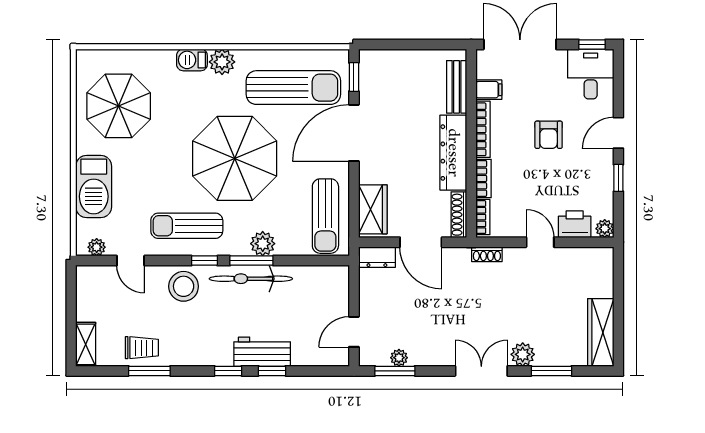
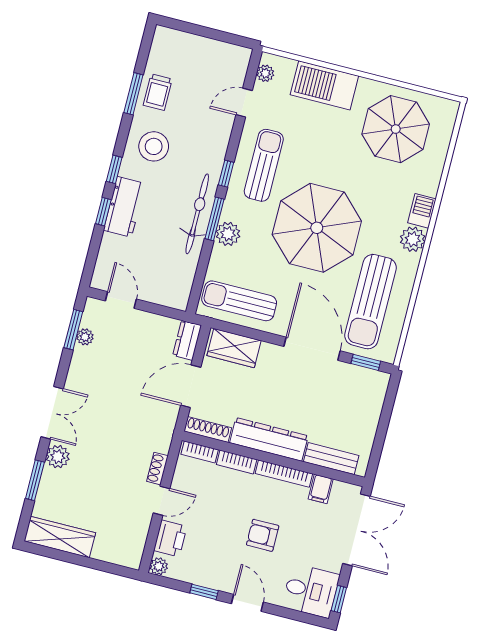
shoe rack: (487, 254) -> (157, 469), moved
stool: (184, 286) -> (154, 146), moved
shelving: (86, 344) -> (175, 39), removed

